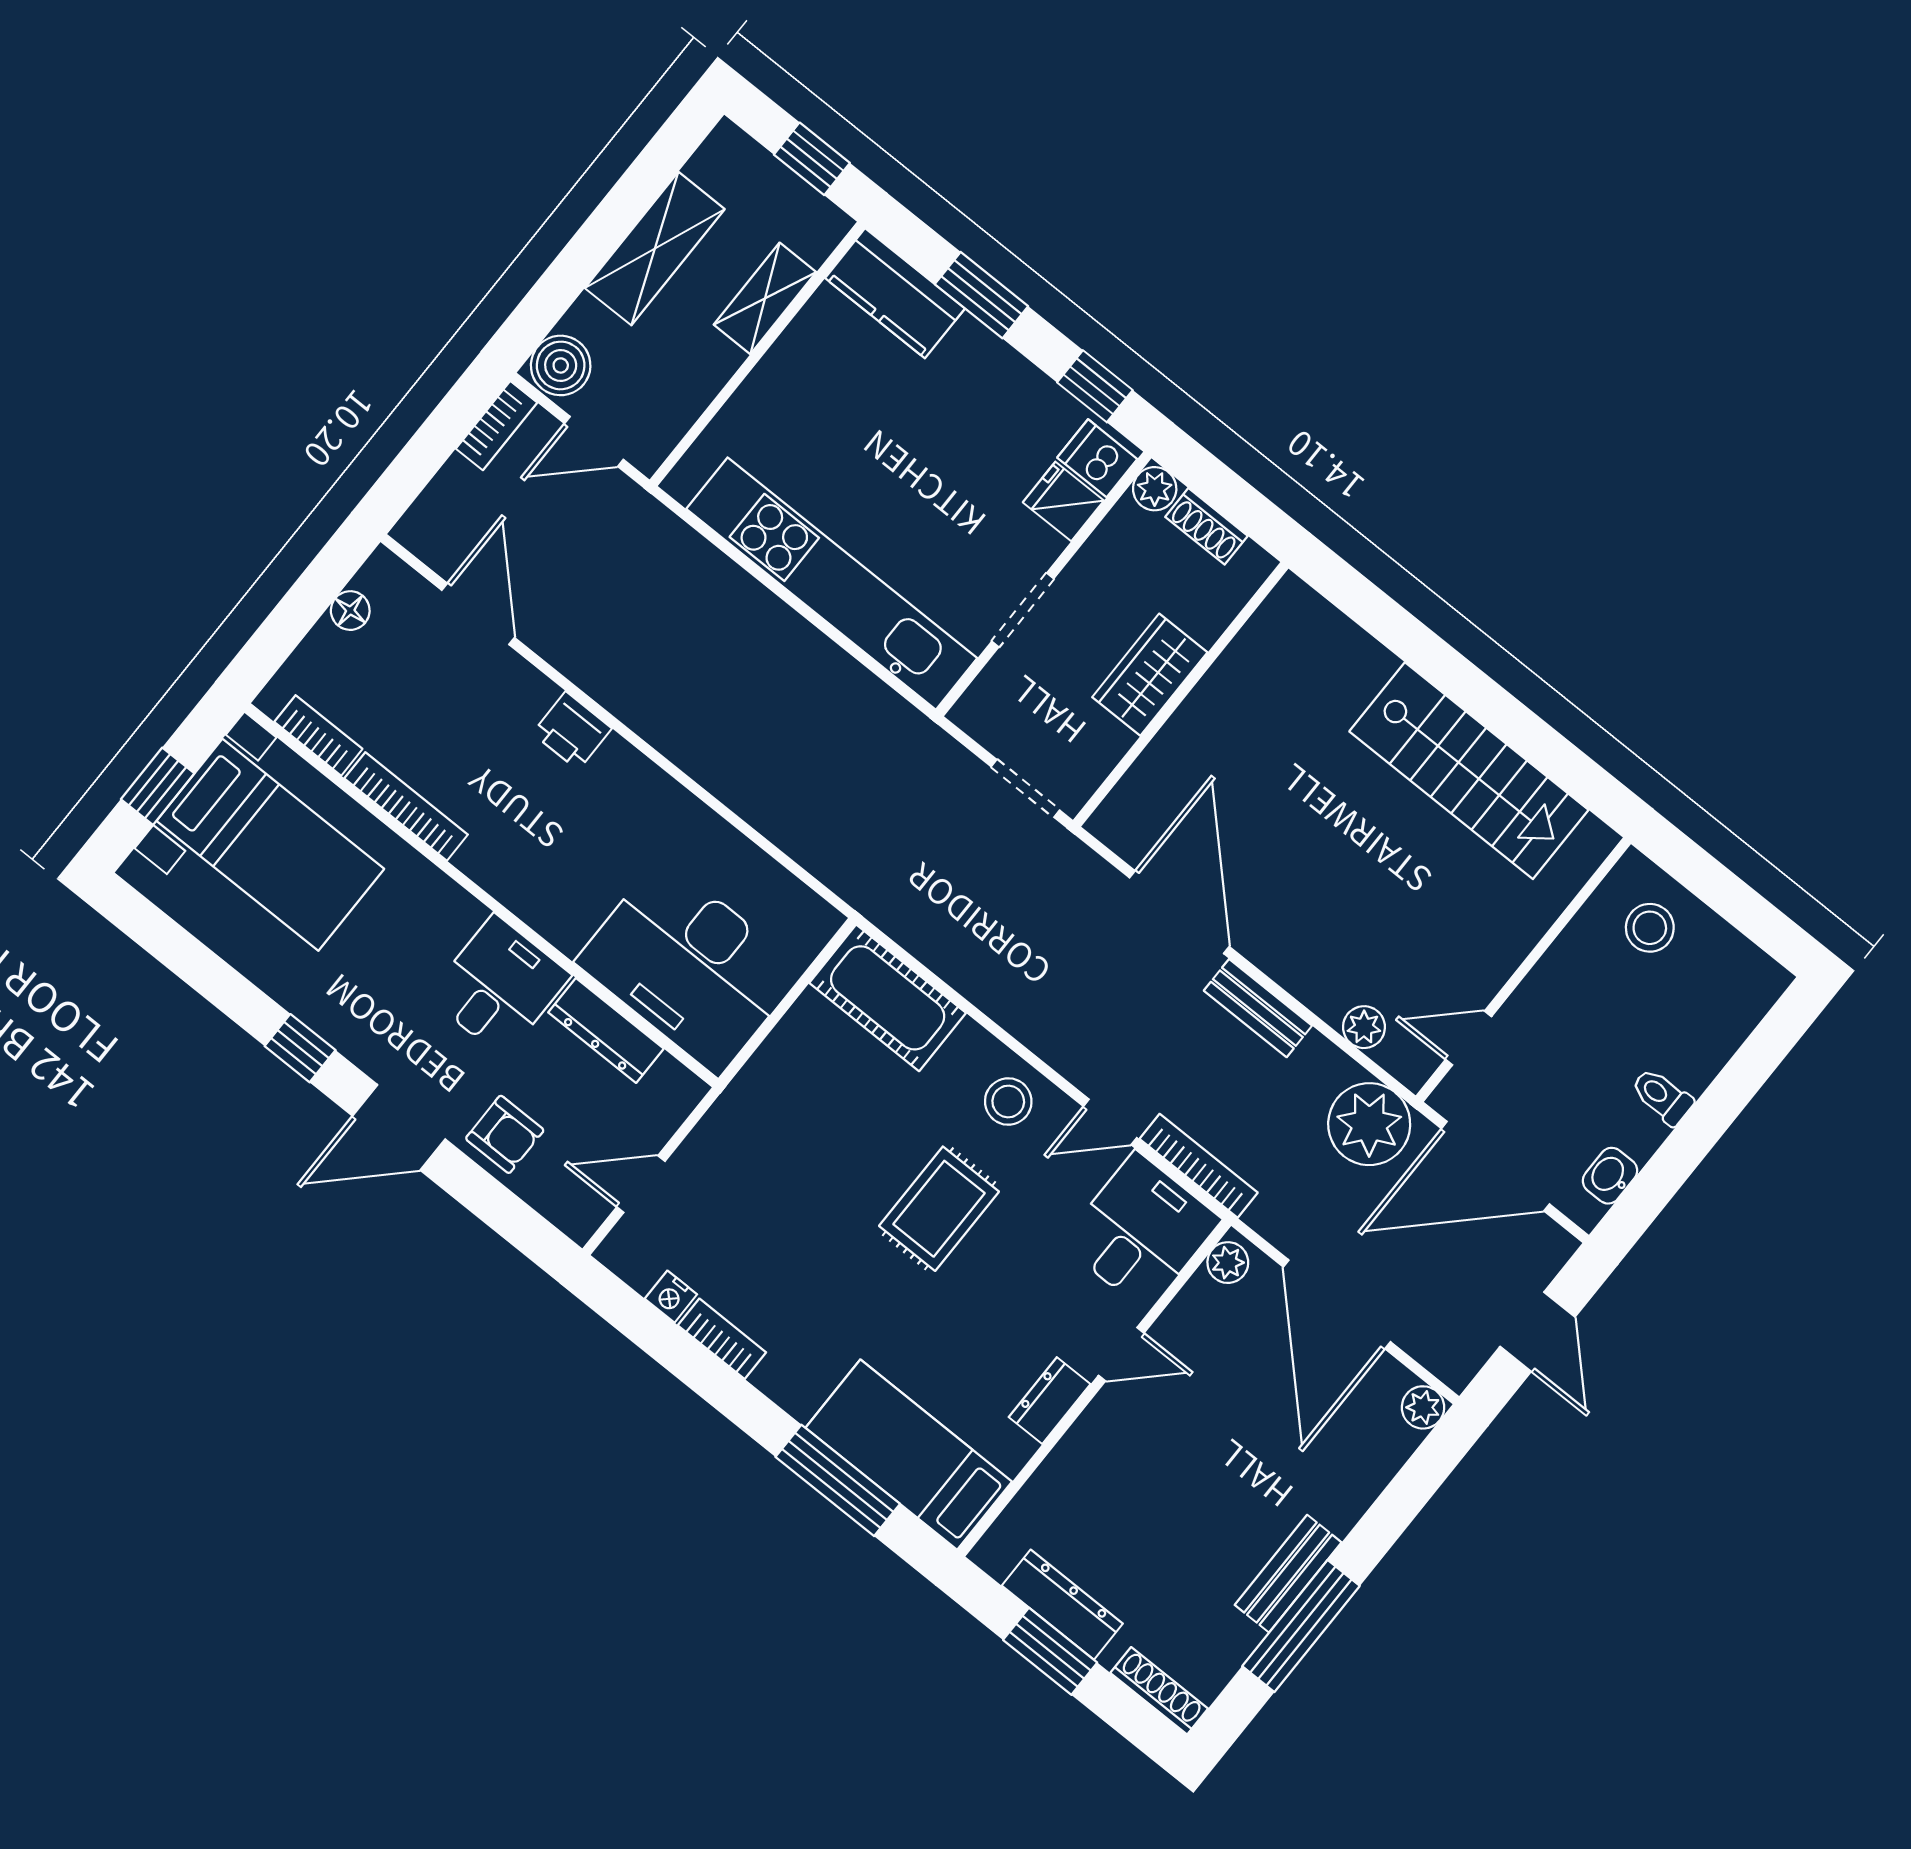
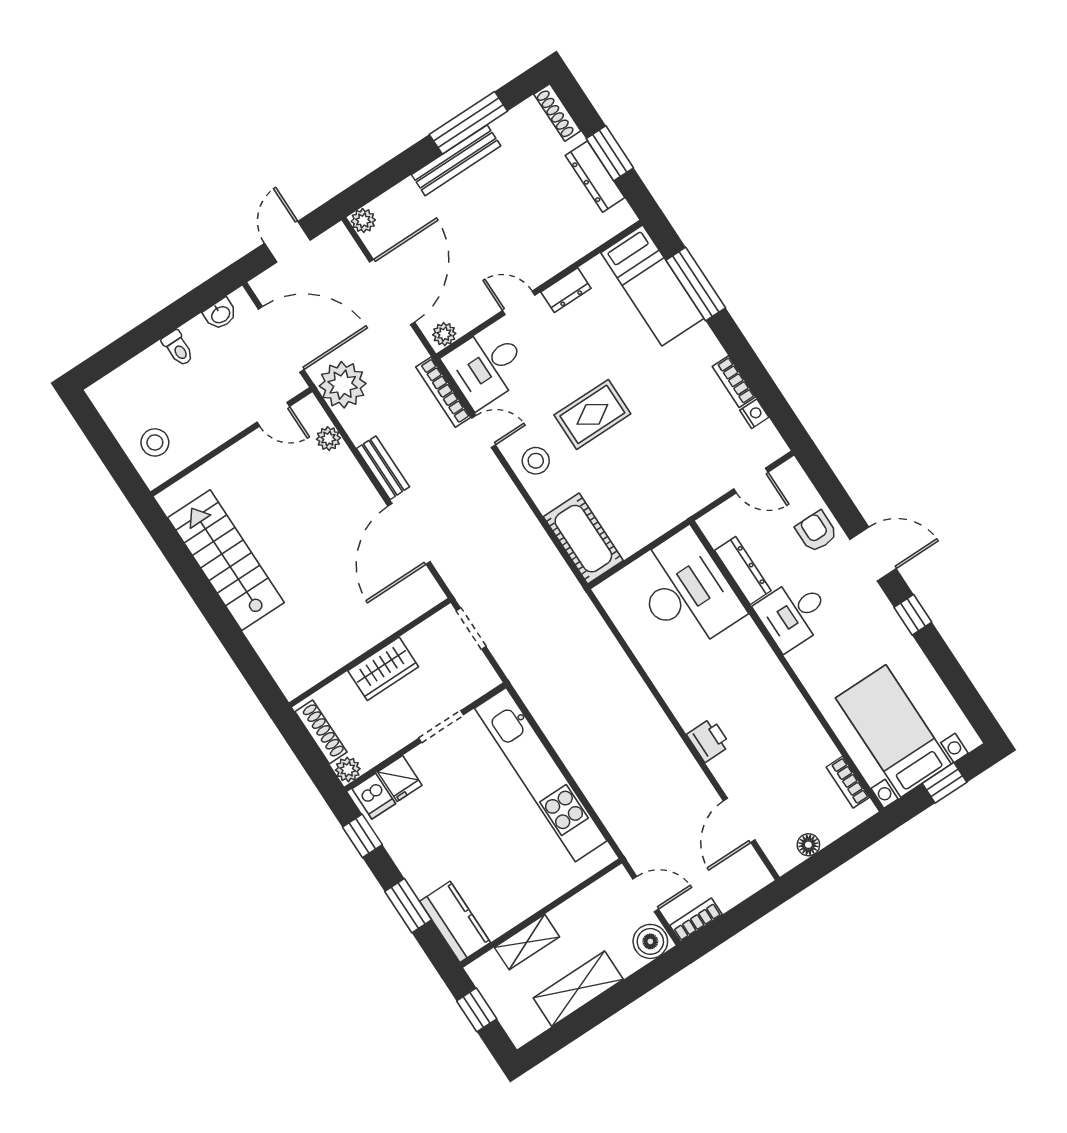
shoe rack: (1206, 526) -> (321, 732), width x1.43
bookcase: (406, 806) -> (812, 728), removed
bench: (1288, 1574) -> (456, 160), width x1.36

